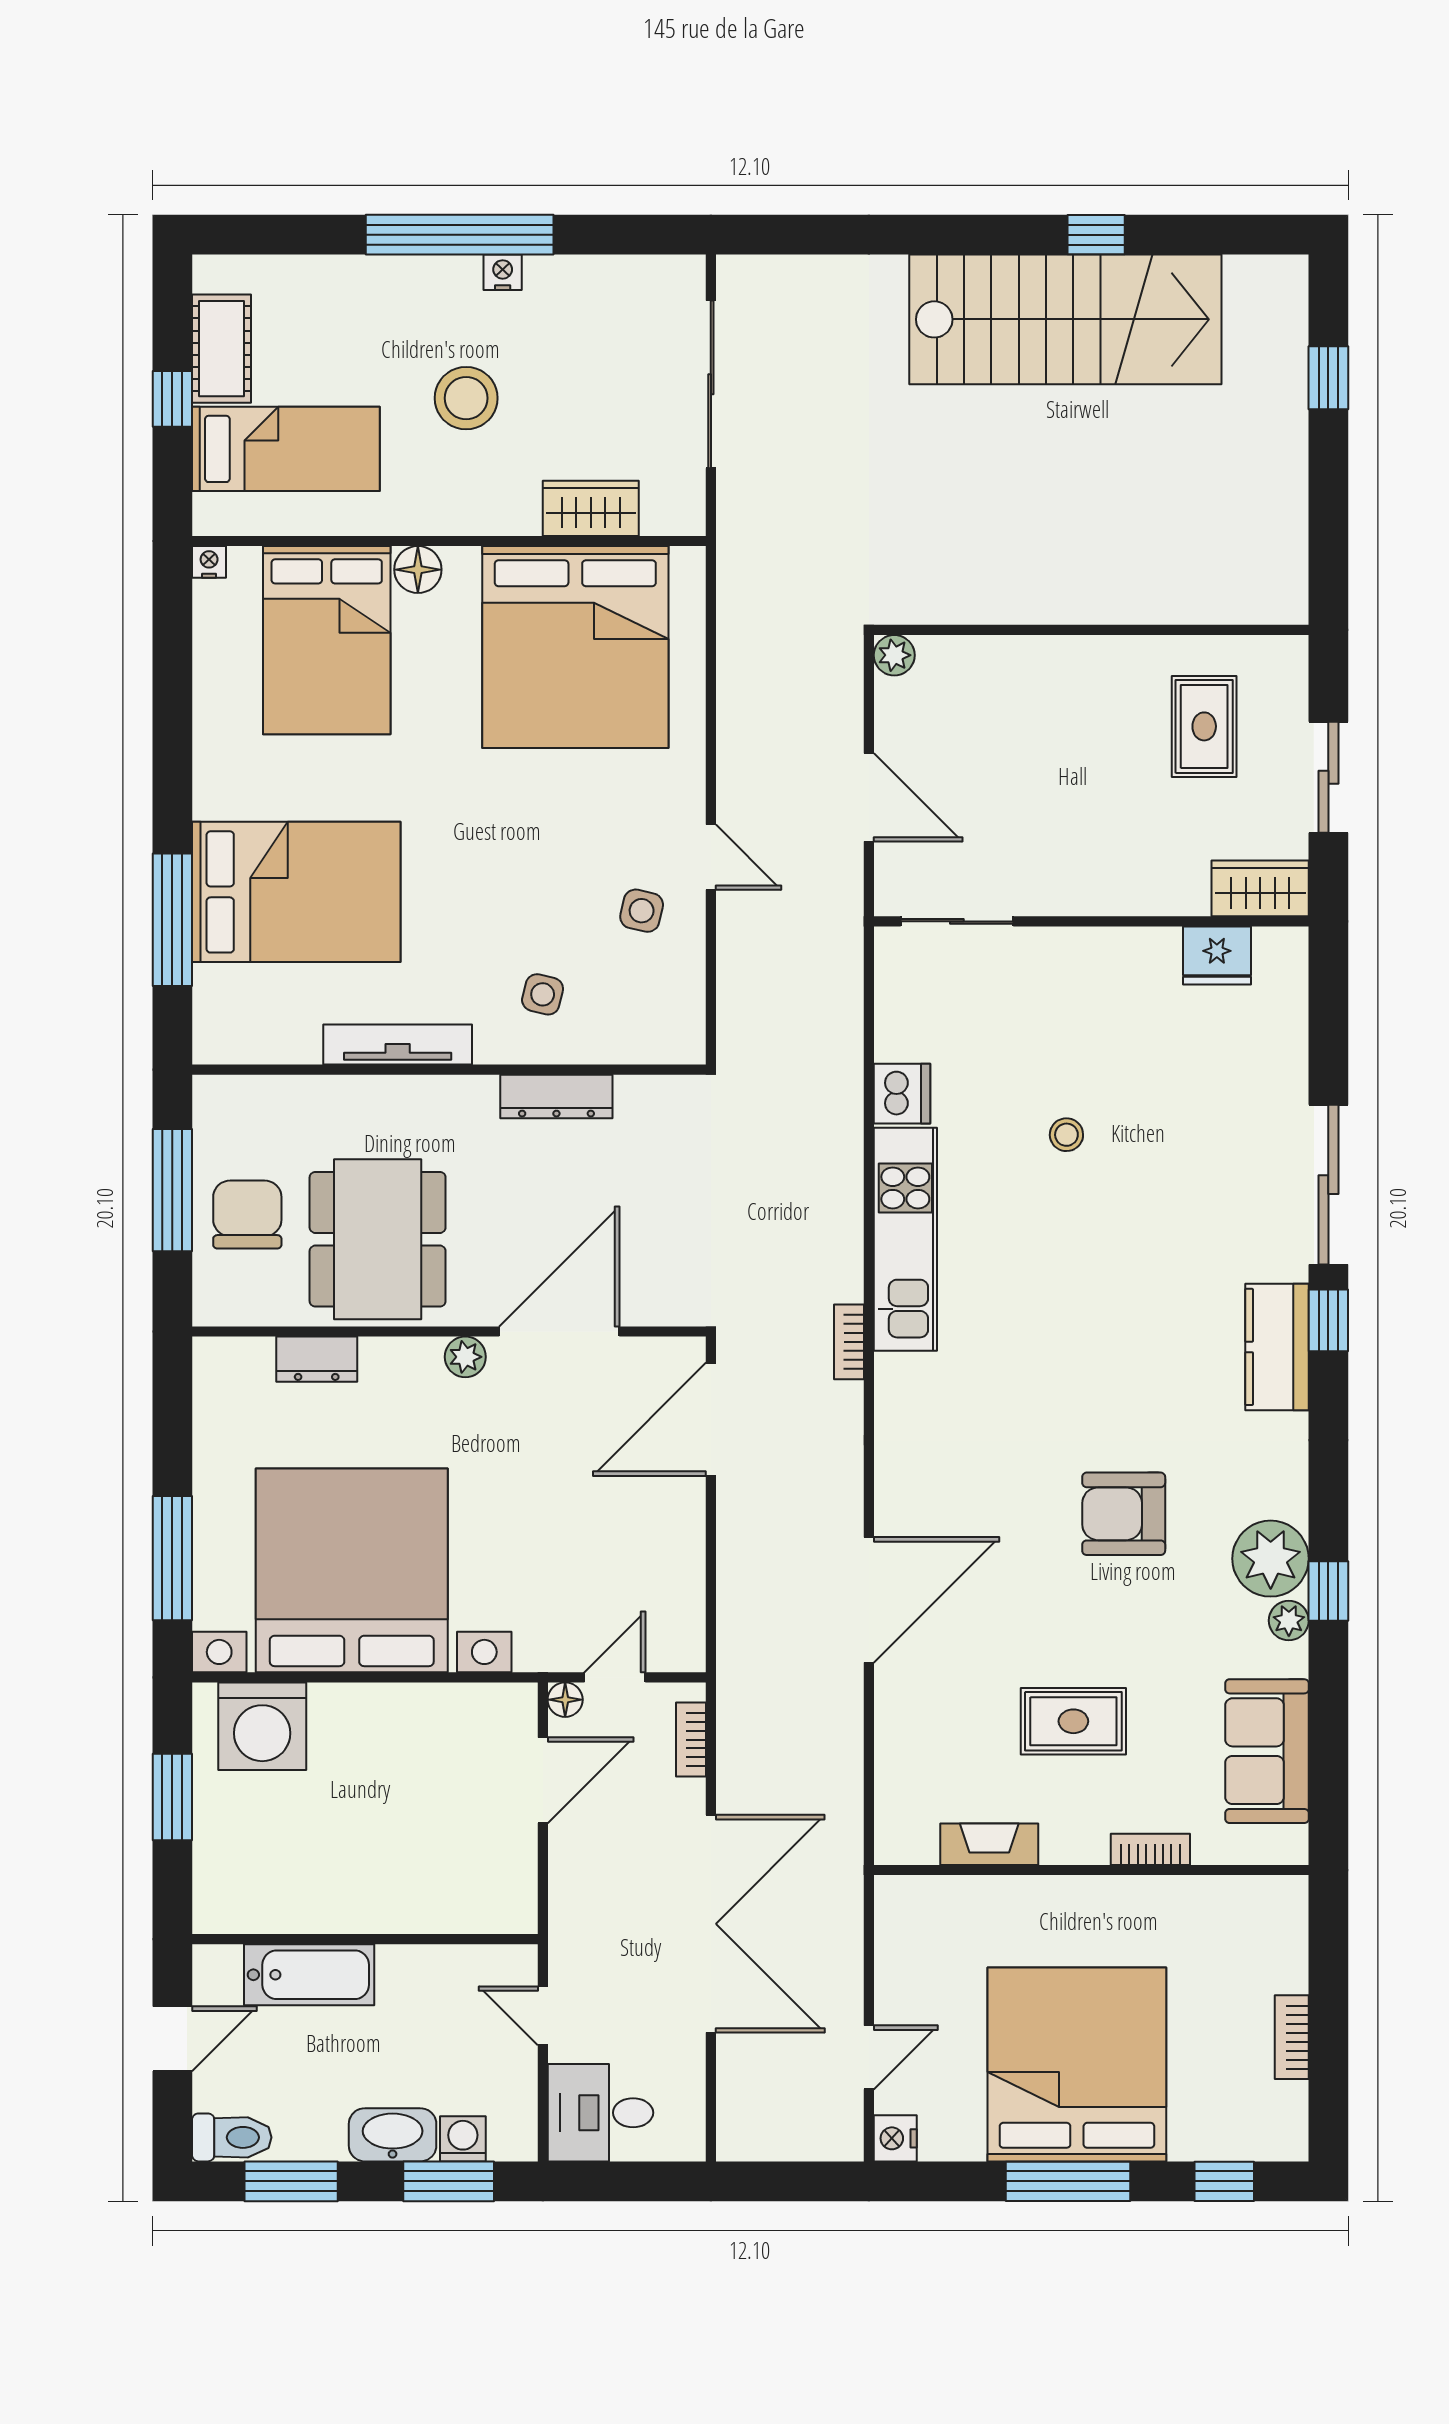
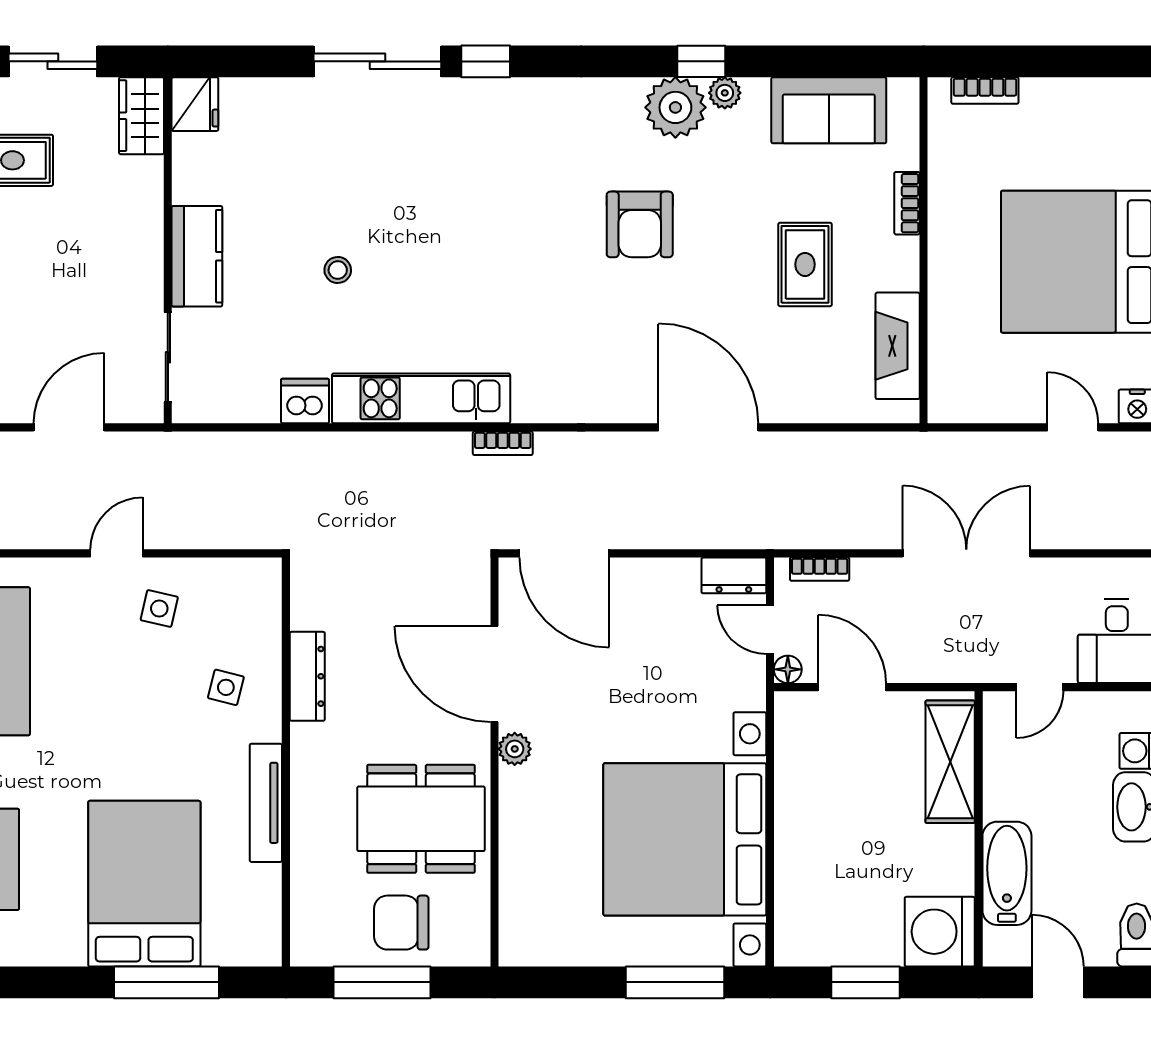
fridge: (1217, 956) -> (195, 104), moved
kitchen counter: (1277, 1347) -> (197, 256), moved, turned -90
dresser: (317, 1359) -> (734, 575), moved, turned 90
washing machine: (262, 1726) -> (940, 932), moved, turned 180
fireplace: (989, 1844) -> (898, 346), width x1.37, depth x1.32
shelving: (449, 1903) -> (950, 762), added
double door: (711, 1924) -> (966, 553), width x0.73
bookcase: (1292, 2037) -> (985, 90), moved

